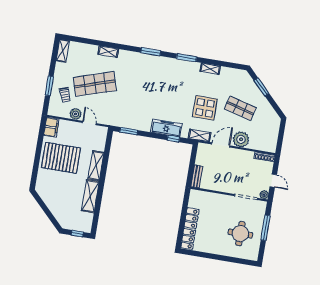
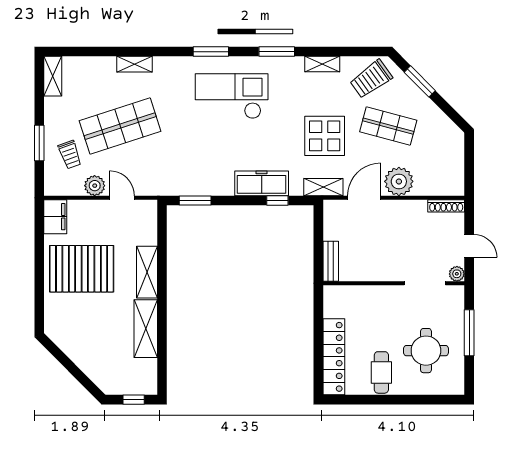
checkout: (158, 78) -> (232, 96), added
trolley: (235, 81) -> (371, 79), added
cafe table: (214, 241) -> (381, 372), added

